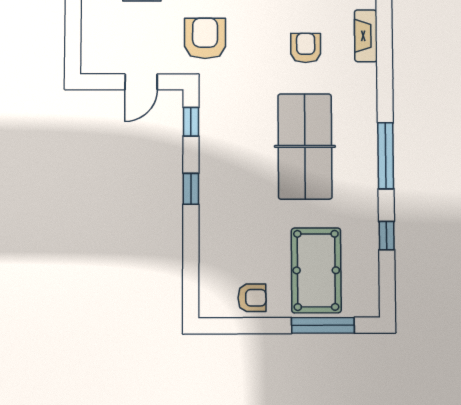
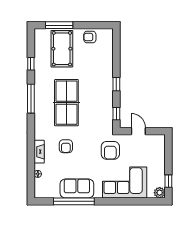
door: (141, 82) -> (138, 131), hinge flipped

